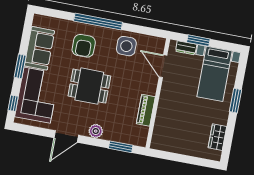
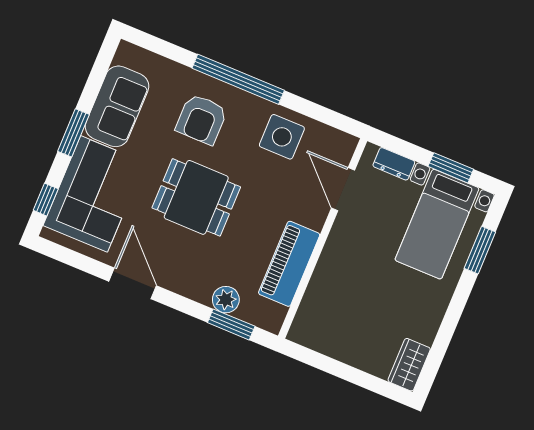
window: (198, 41) -> (451, 168), moved
window: (236, 101) -> (480, 250), moved
piano: (146, 110) -> (289, 264), width x1.37, depth x1.33
plant: (96, 131) -> (226, 300), moved
door: (66, 137) -> (133, 283), swing flipped
wardrobe: (217, 137) -> (409, 365), moved

